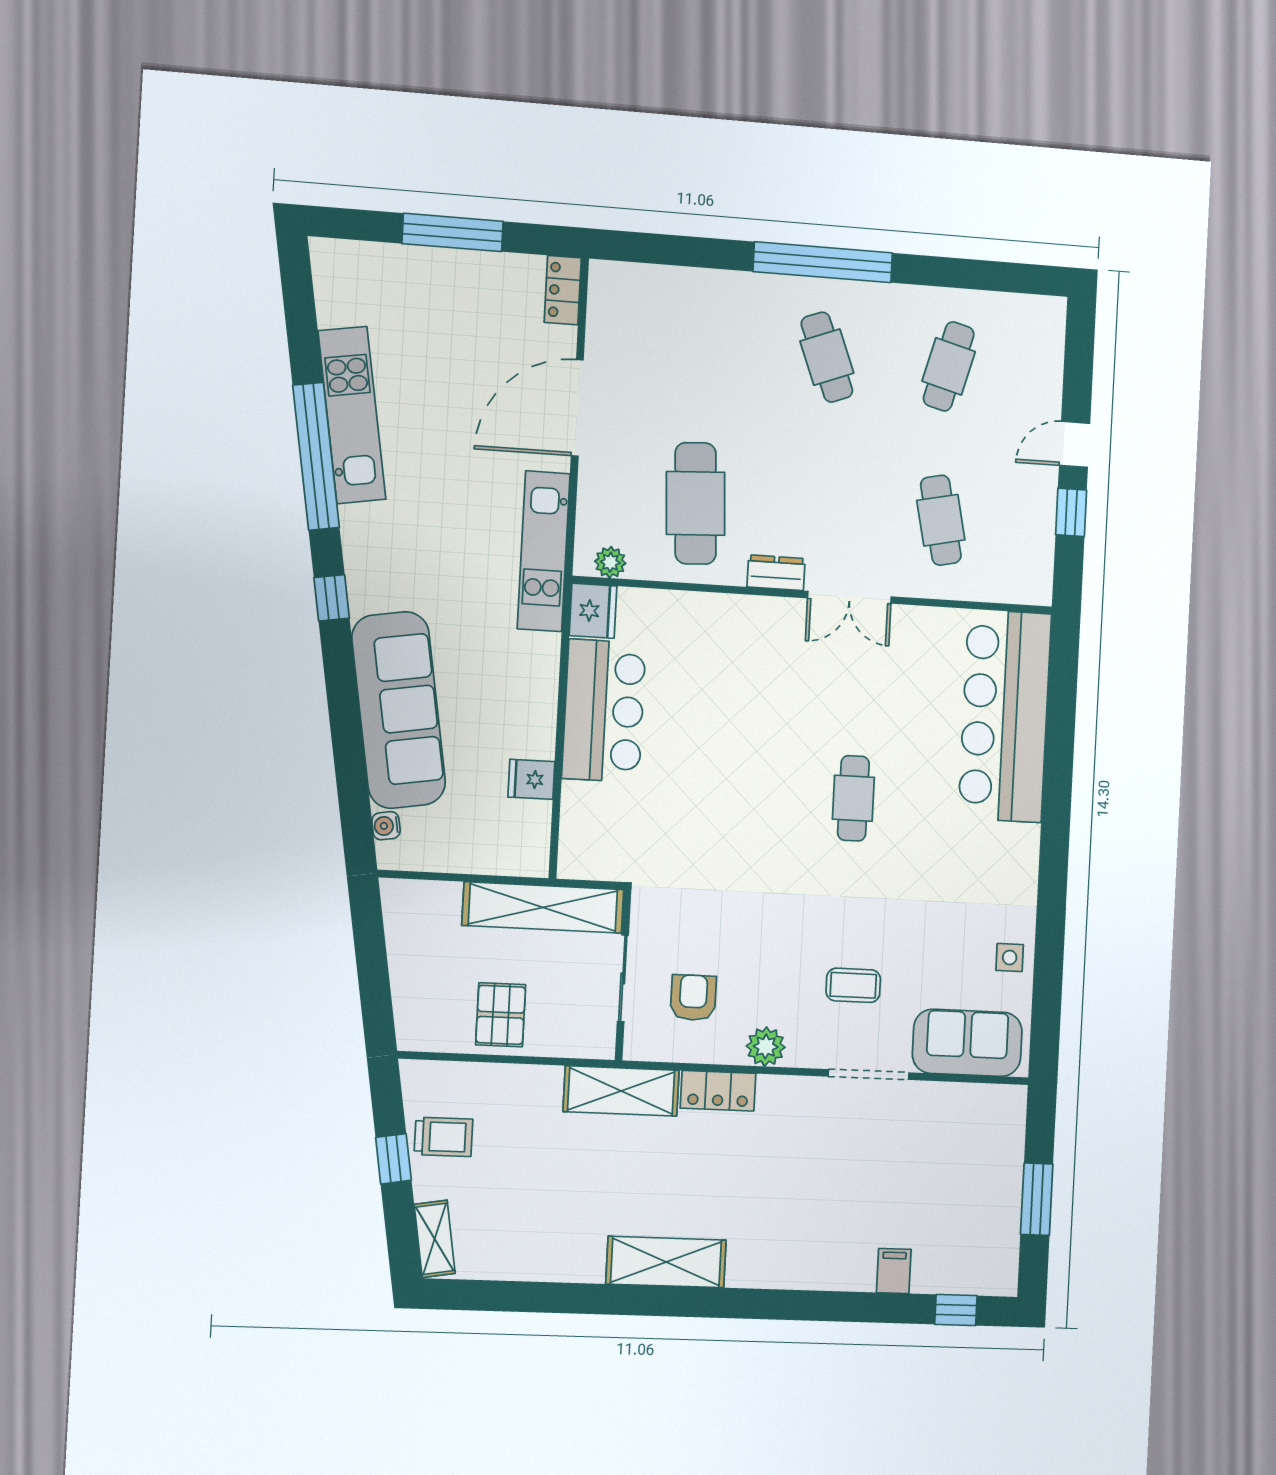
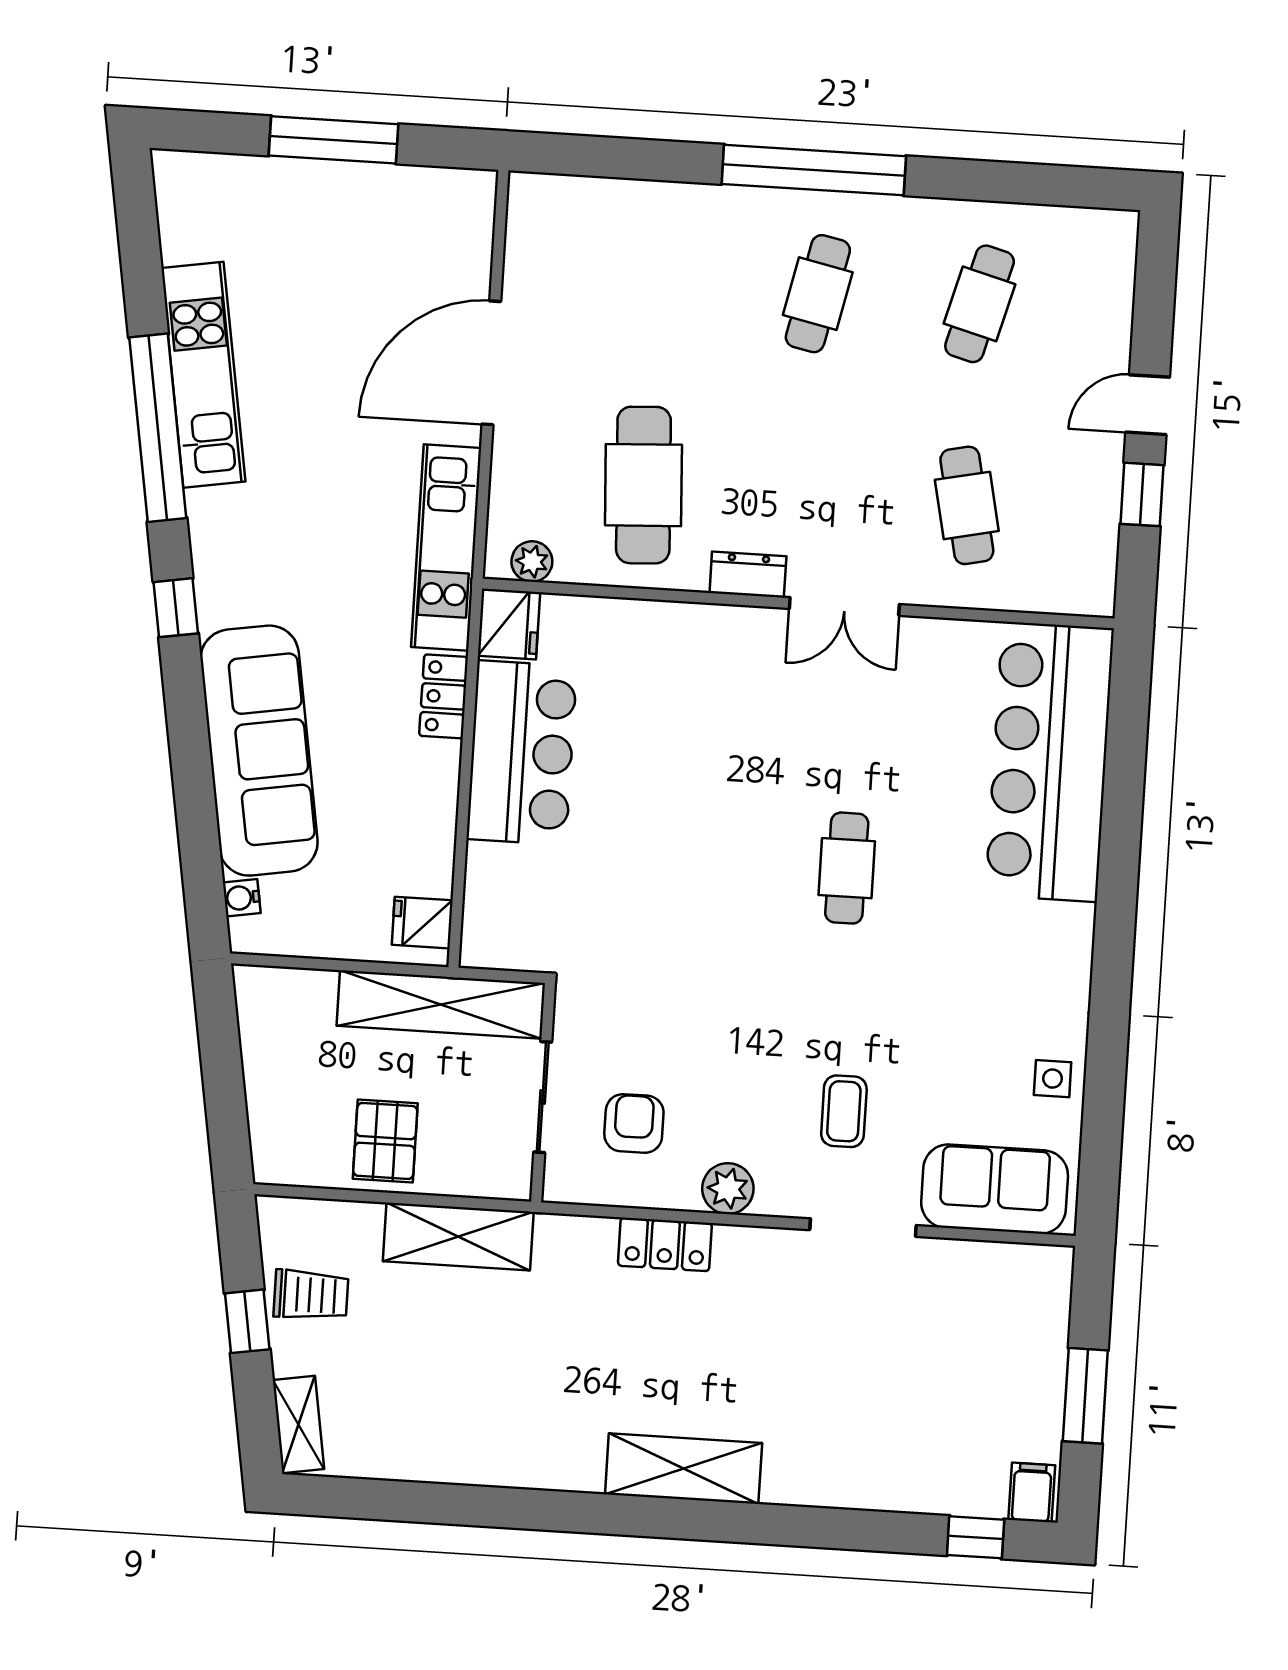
locker: (563, 290) -> (444, 696), moved
cafe table: (827, 357) -> (818, 294), turned 33
fridge: (531, 779) -> (422, 923), moved
coffee table: (853, 985) -> (844, 1111), turned 90
shelving: (621, 1091) -> (458, 1236), moved
shelving: (666, 1262) -> (684, 1469), moved
filing cabinet: (894, 1271) -> (1032, 1492), moved

